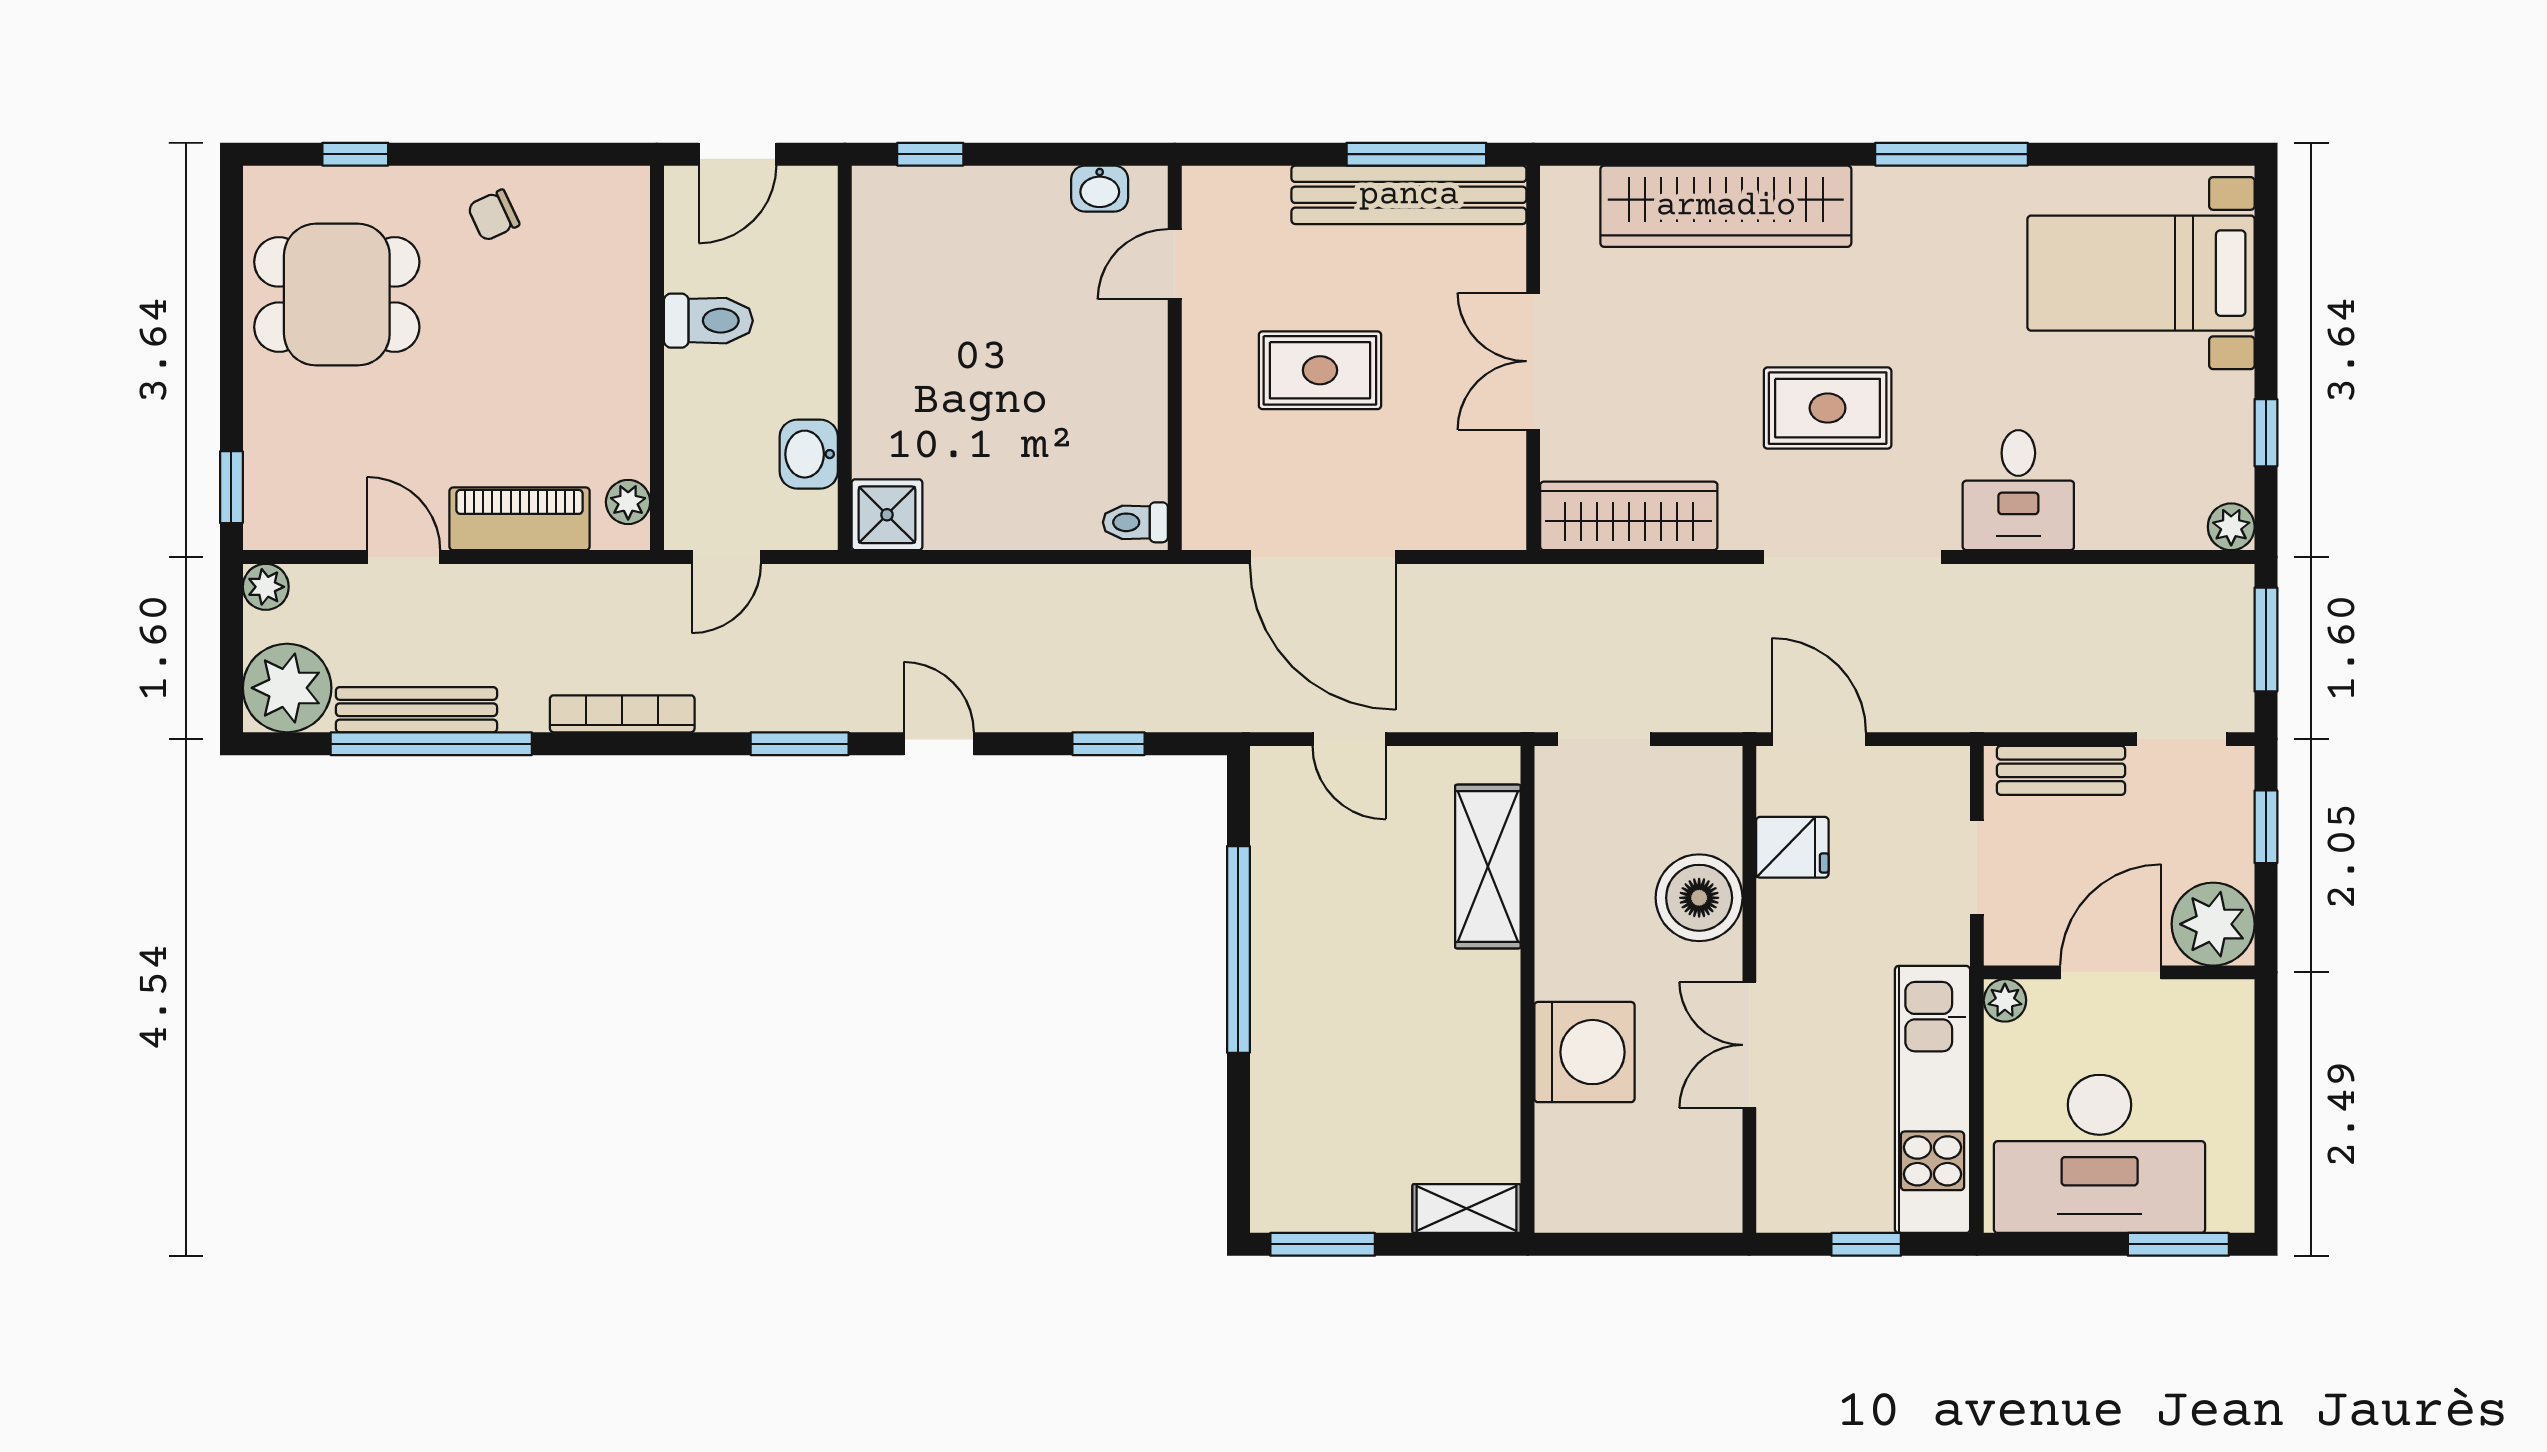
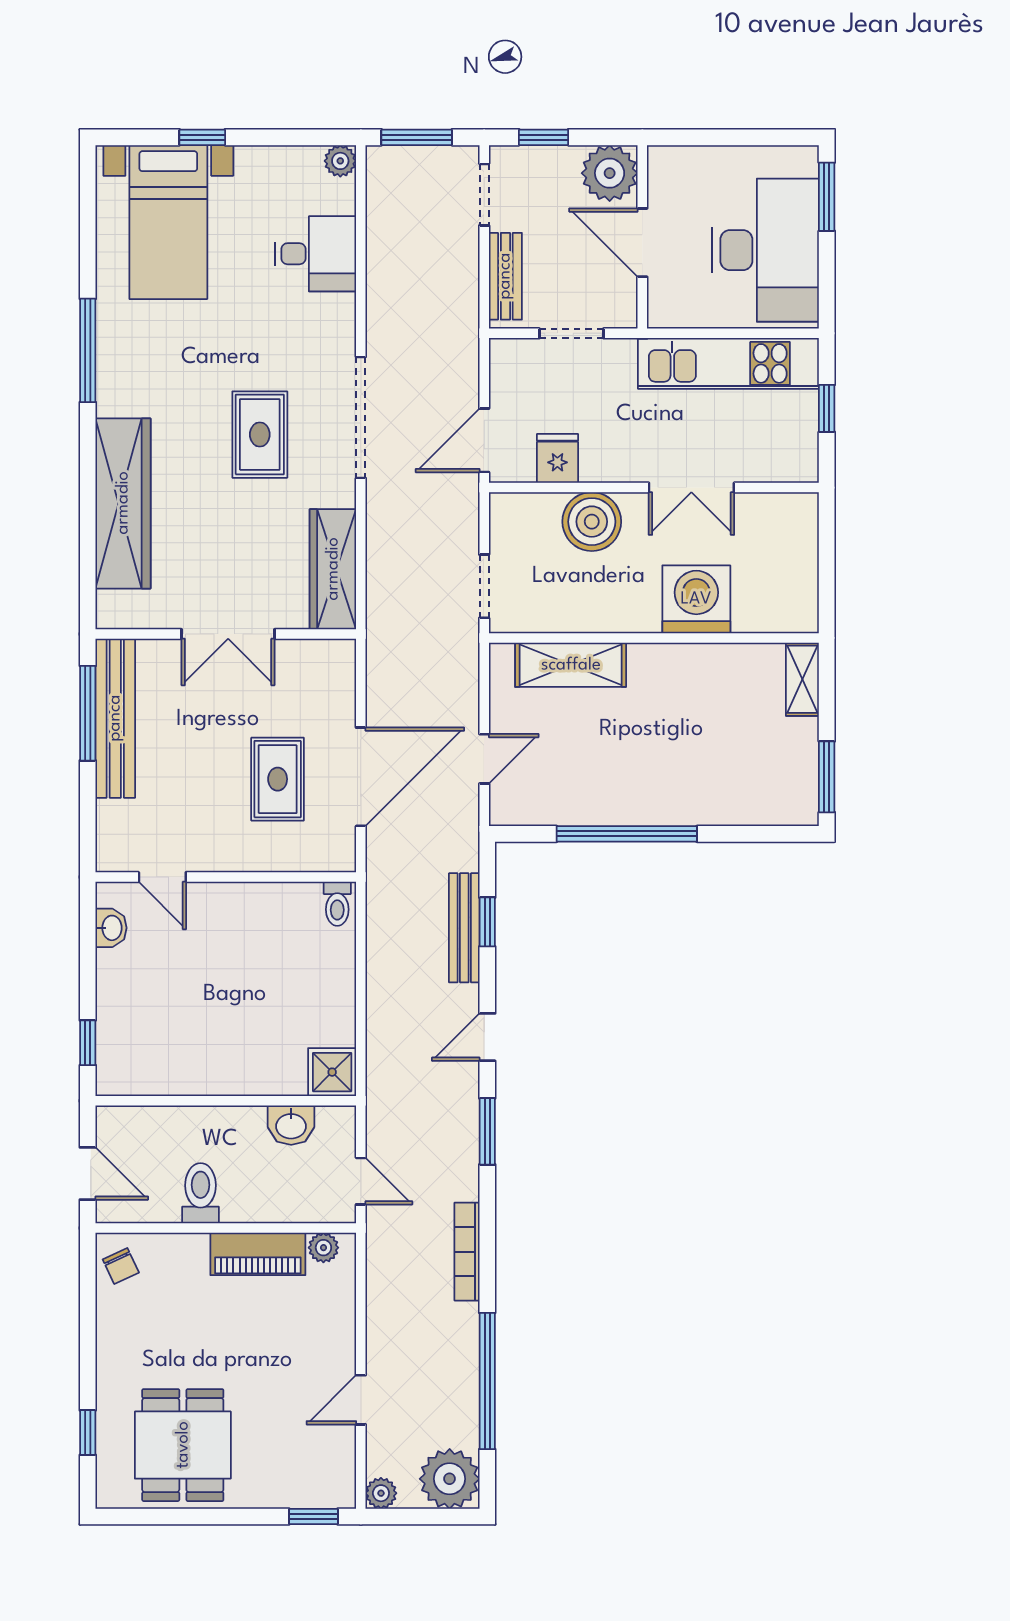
chair: (493, 215) -> (121, 1266), moved
rug: (1320, 370) -> (278, 779), moved
window: (2266, 433) -> (202, 137), moved
desk: (2018, 490) -> (315, 254), moved
piano: (520, 519) -> (258, 1254), moved, turned -90
bench: (416, 710) -> (464, 928), moved
plant: (2005, 1000) -> (661, 314), removed

